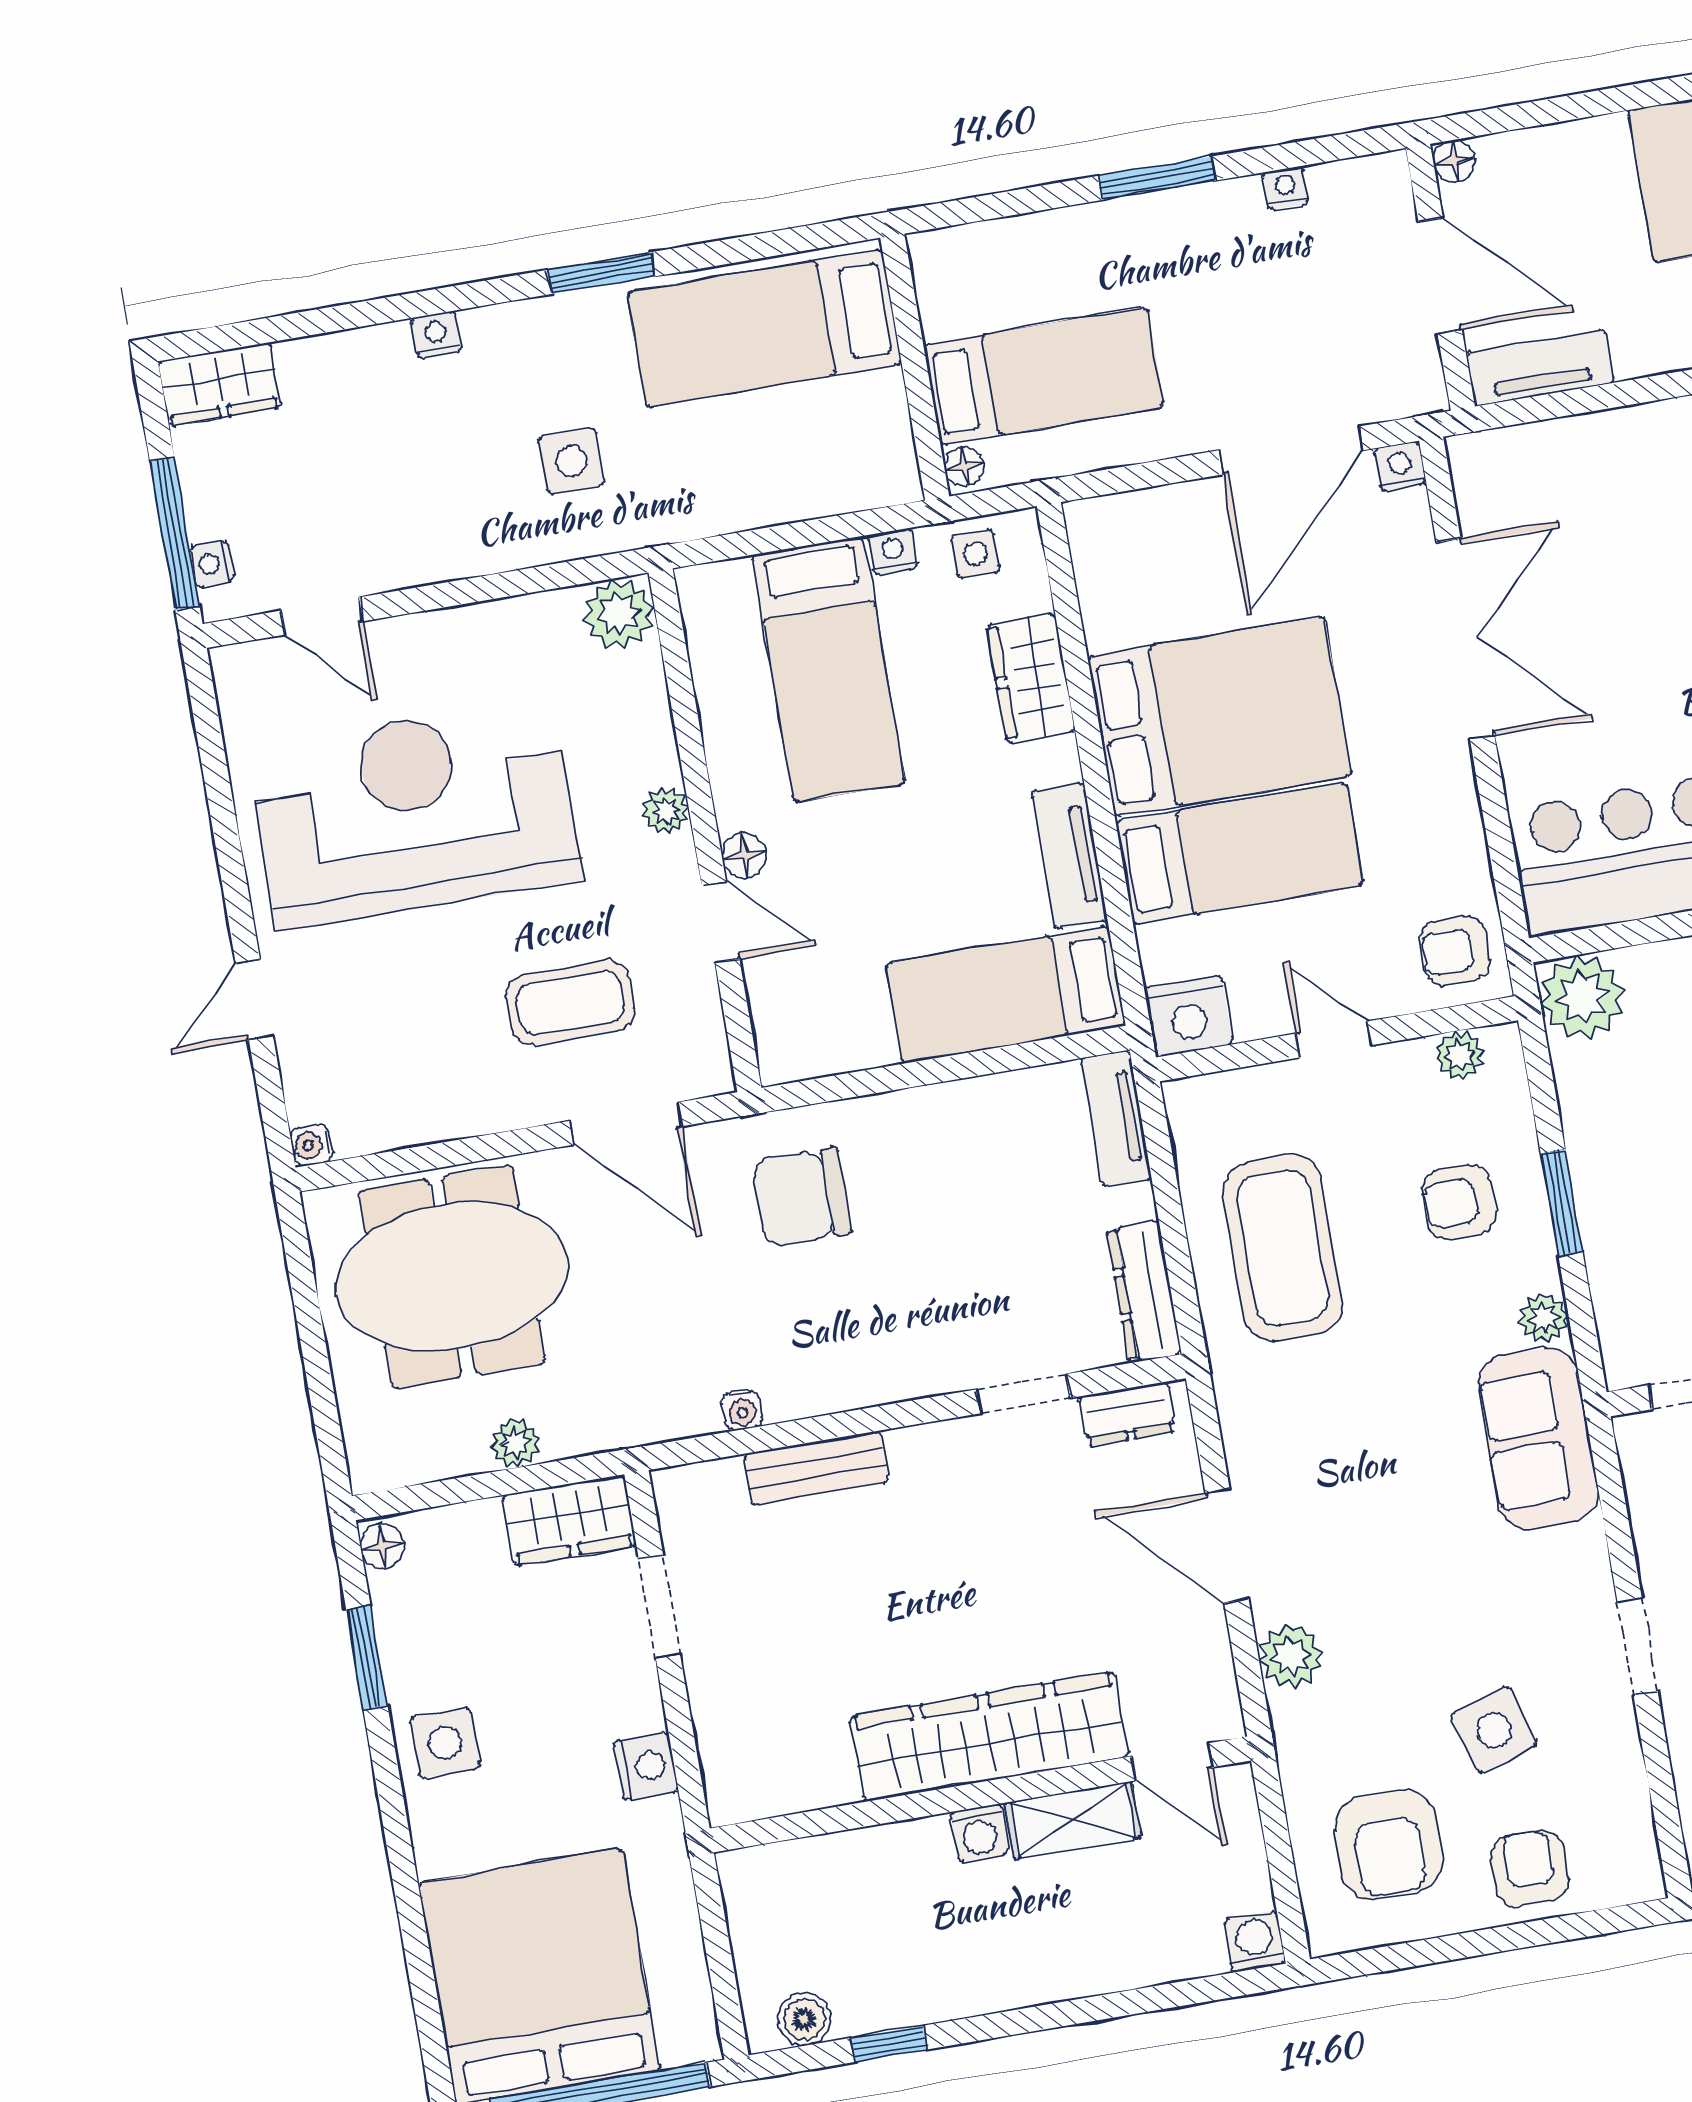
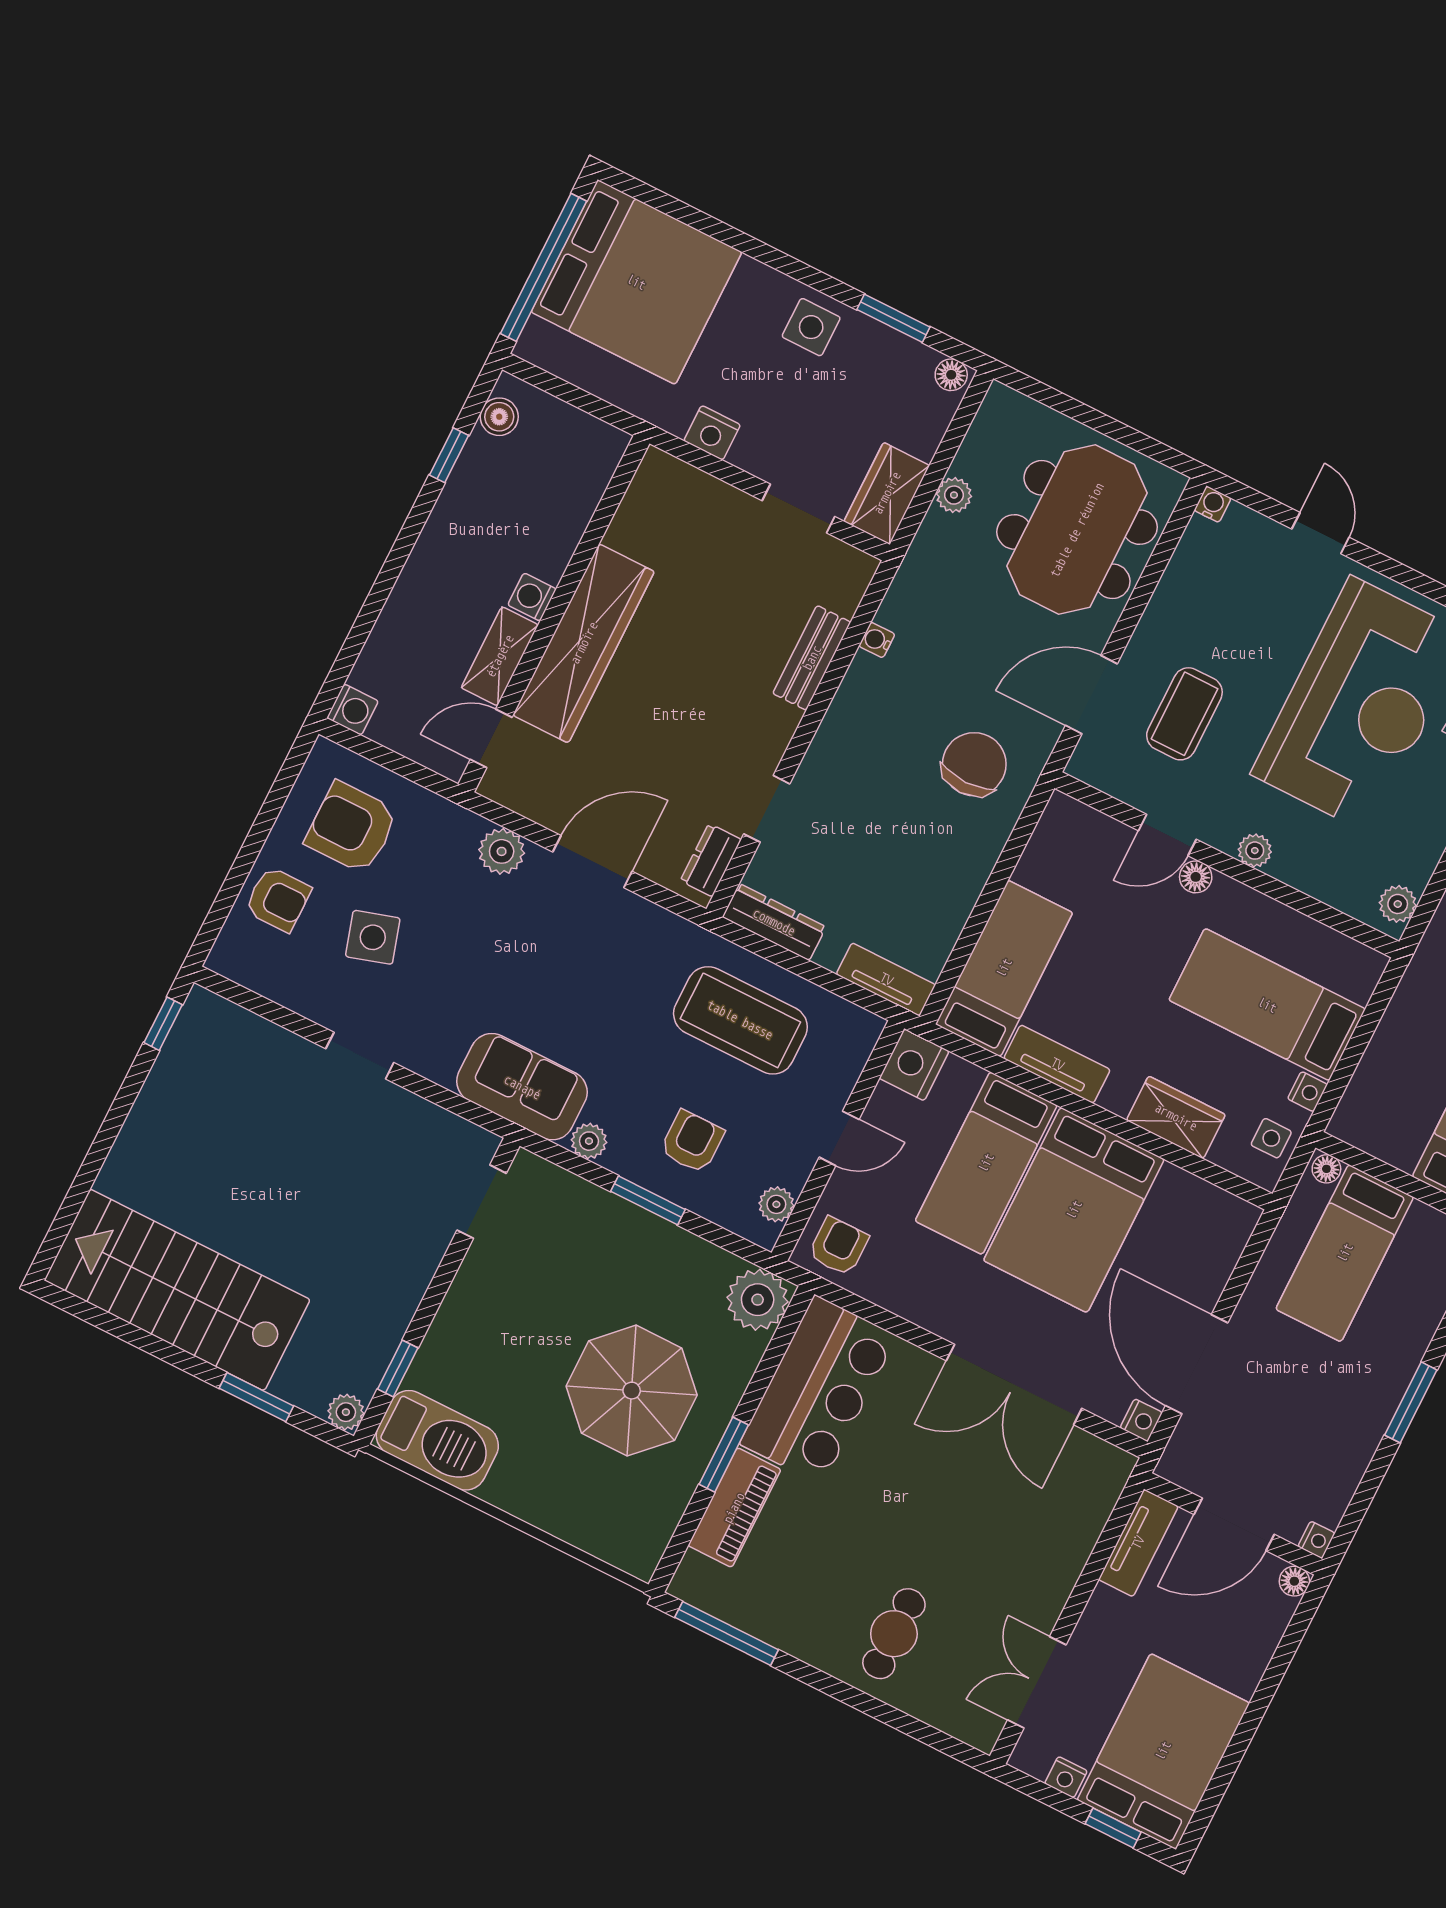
nightstand: (1286, 188) -> (1316, 1540), moved
plant: (619, 614) -> (1398, 904), width x0.73, depth x0.73

